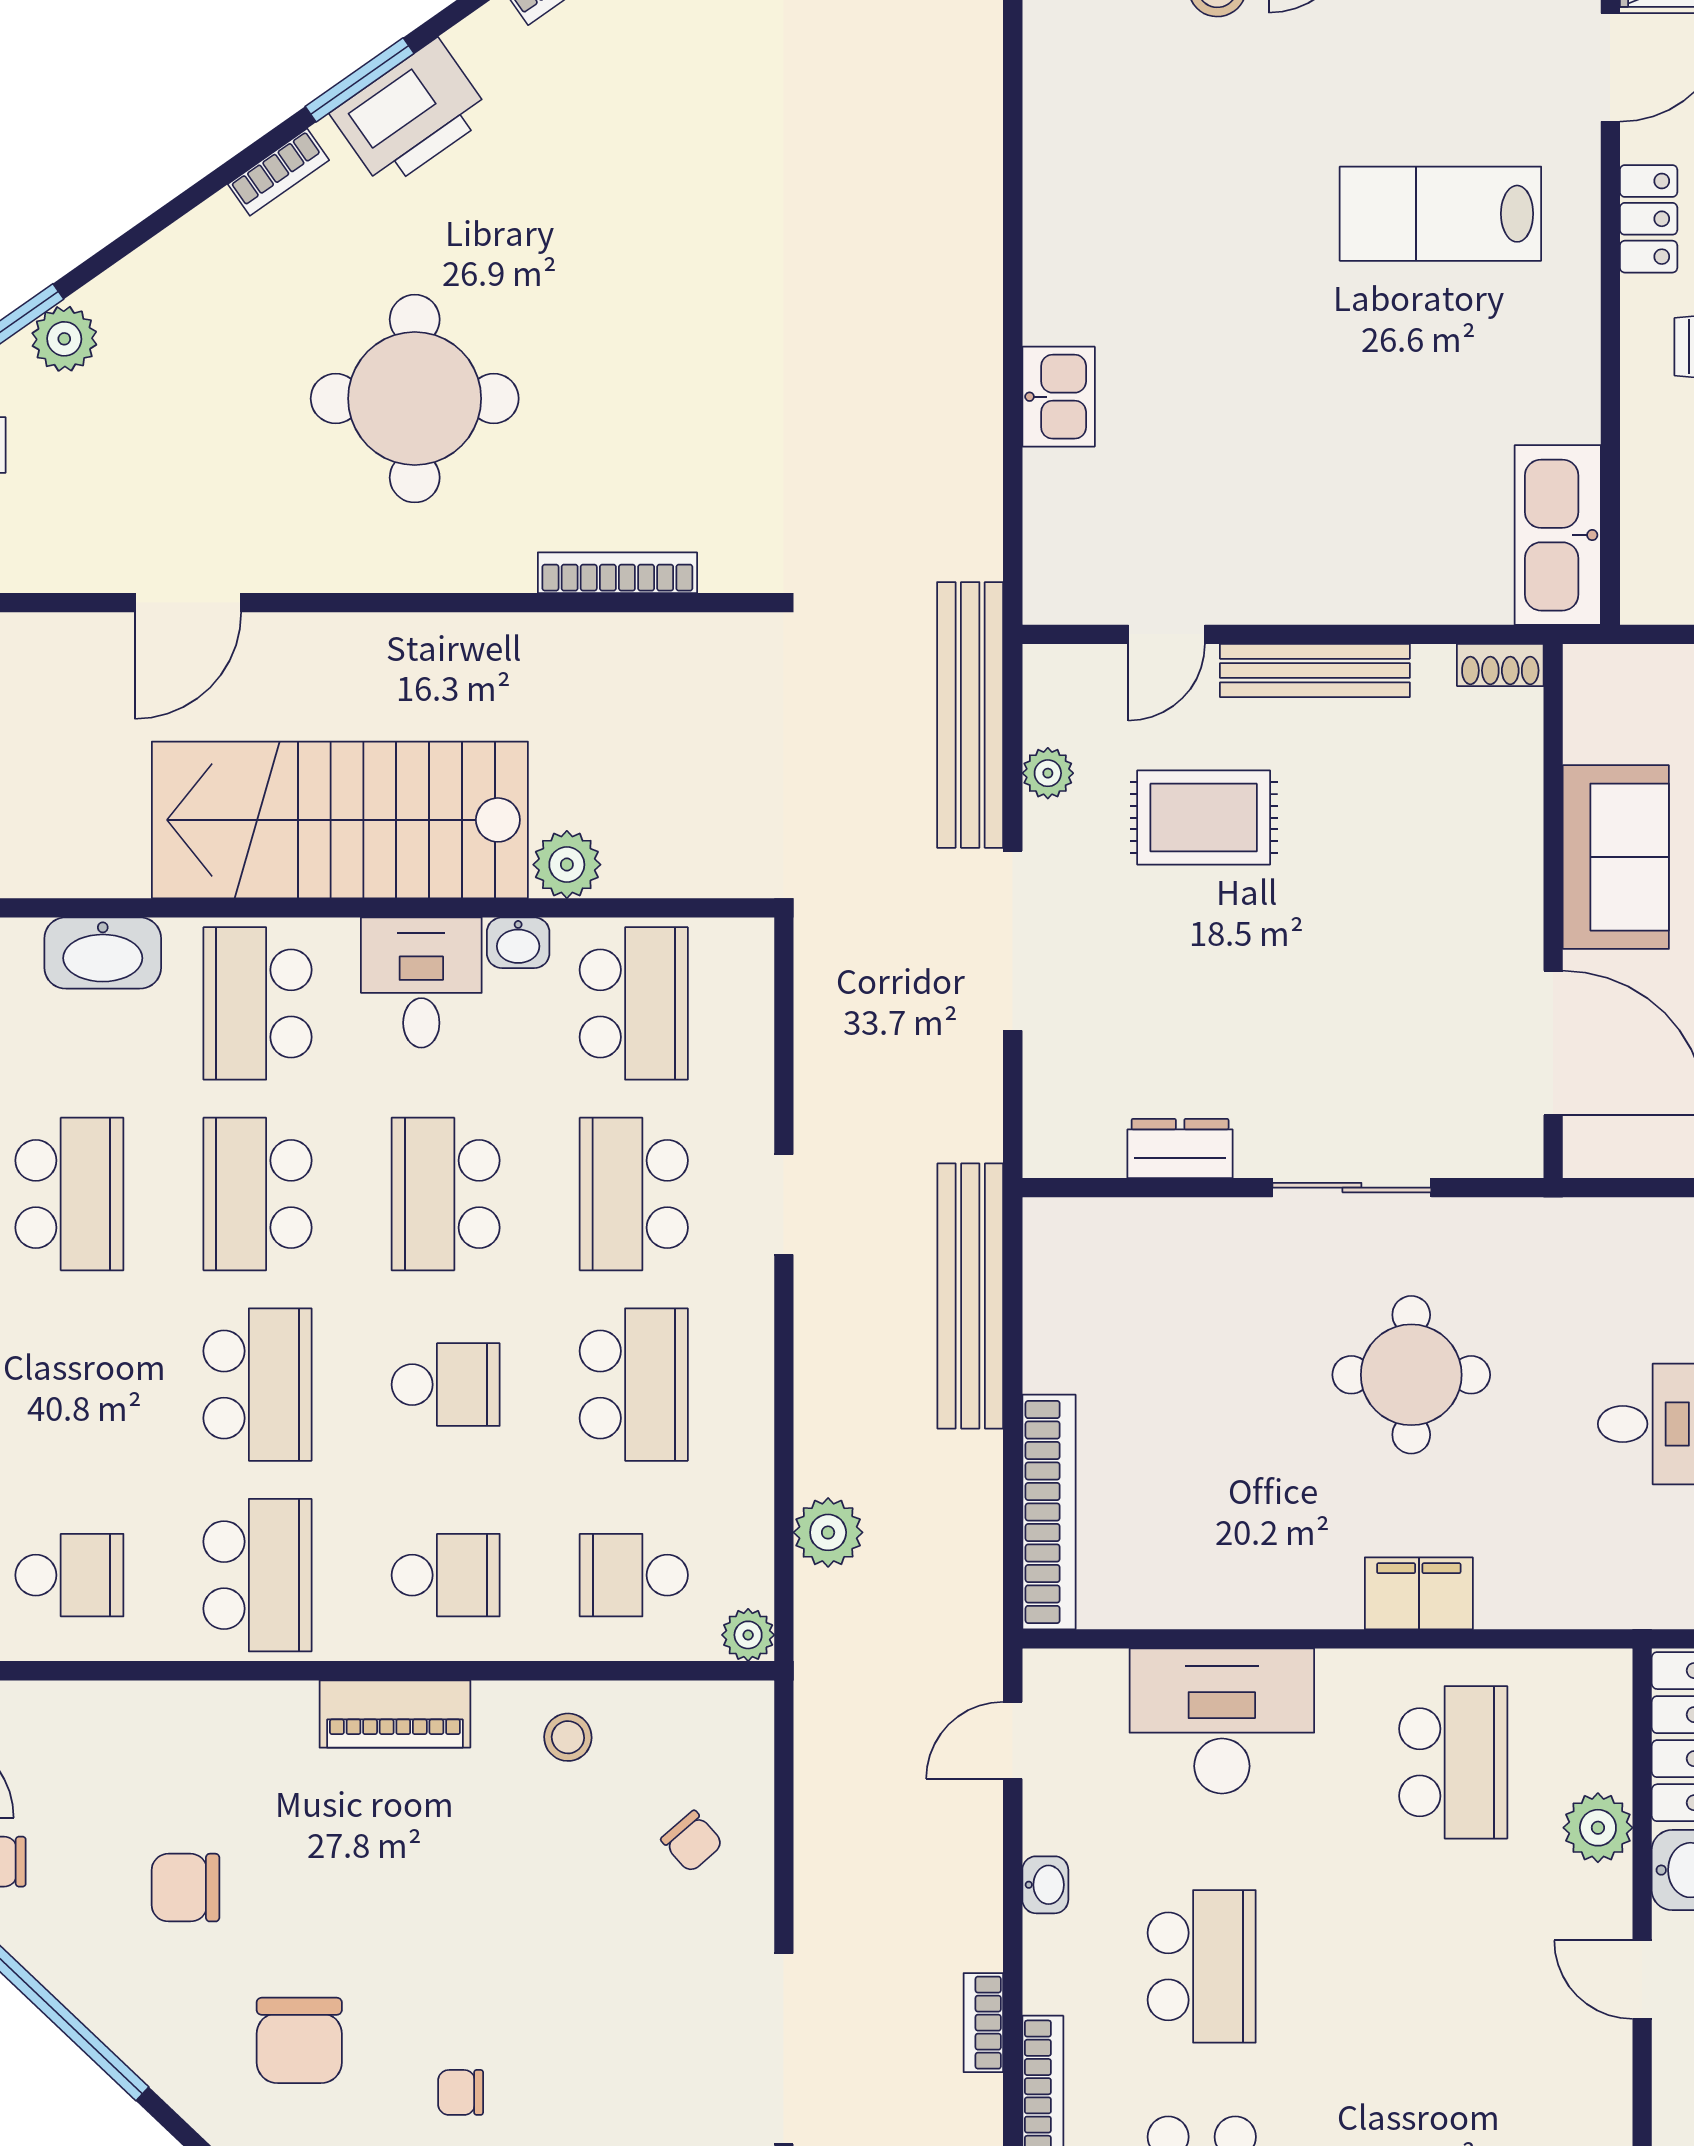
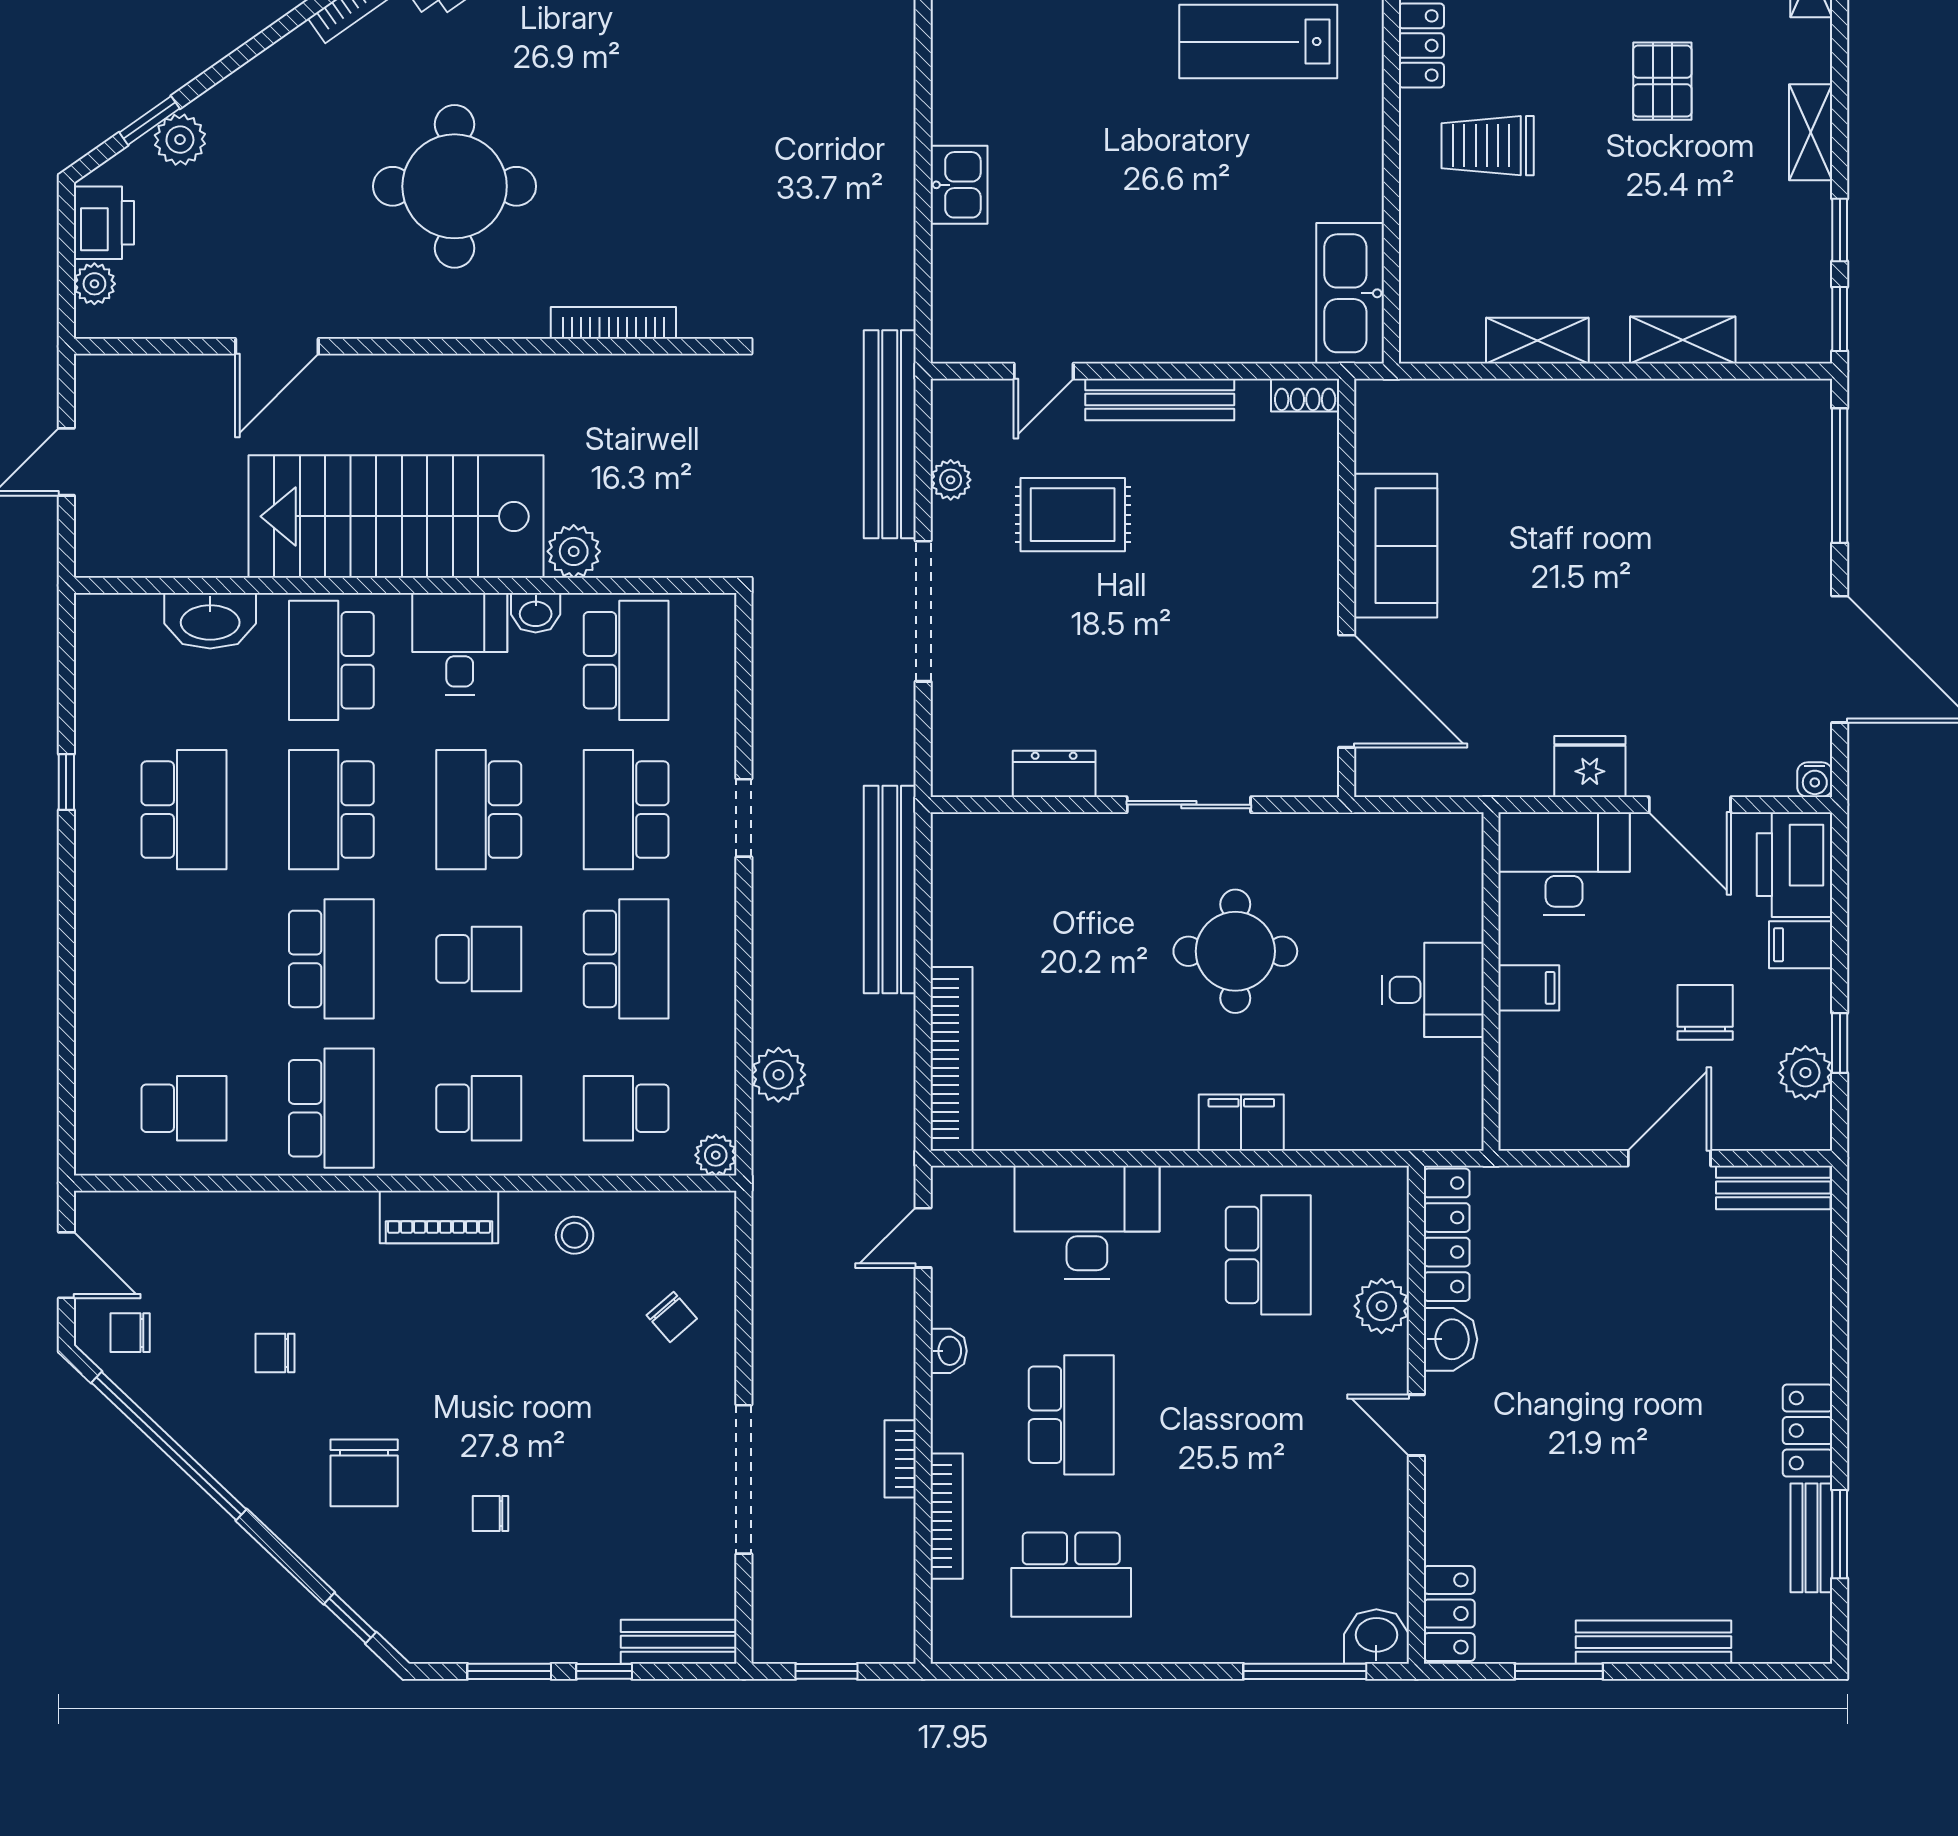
chair: (185, 1888) -> (275, 1353), width x0.73, depth x0.73

